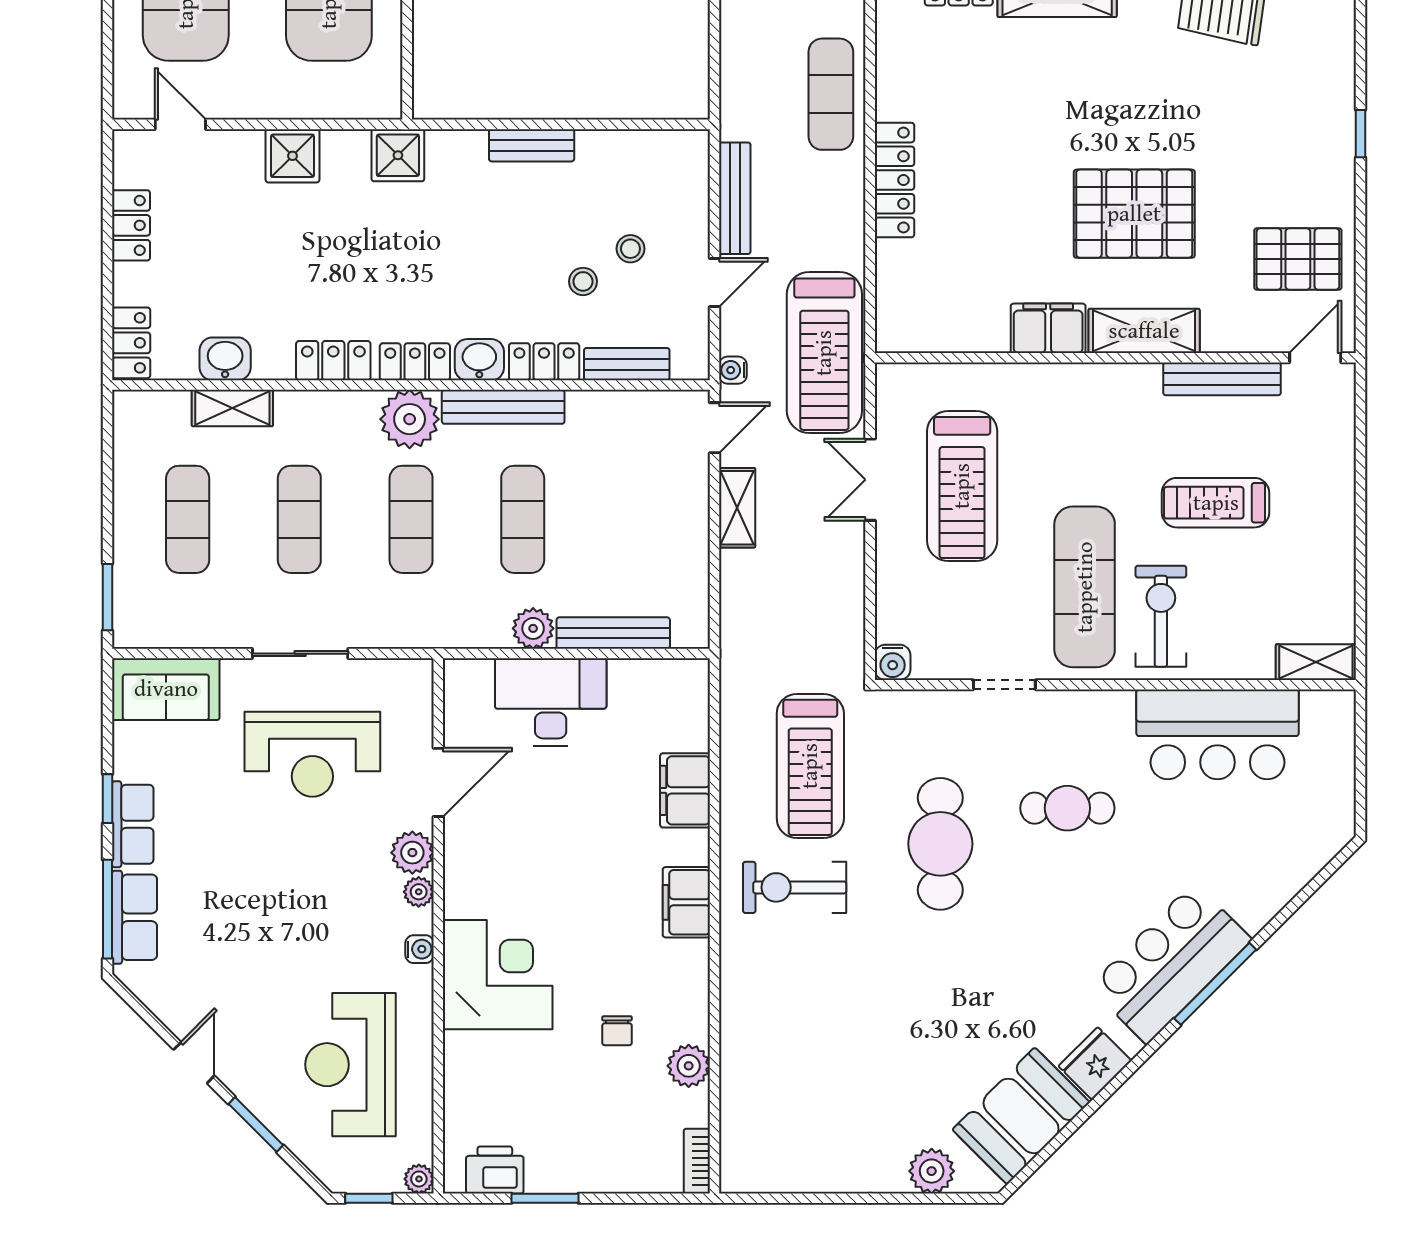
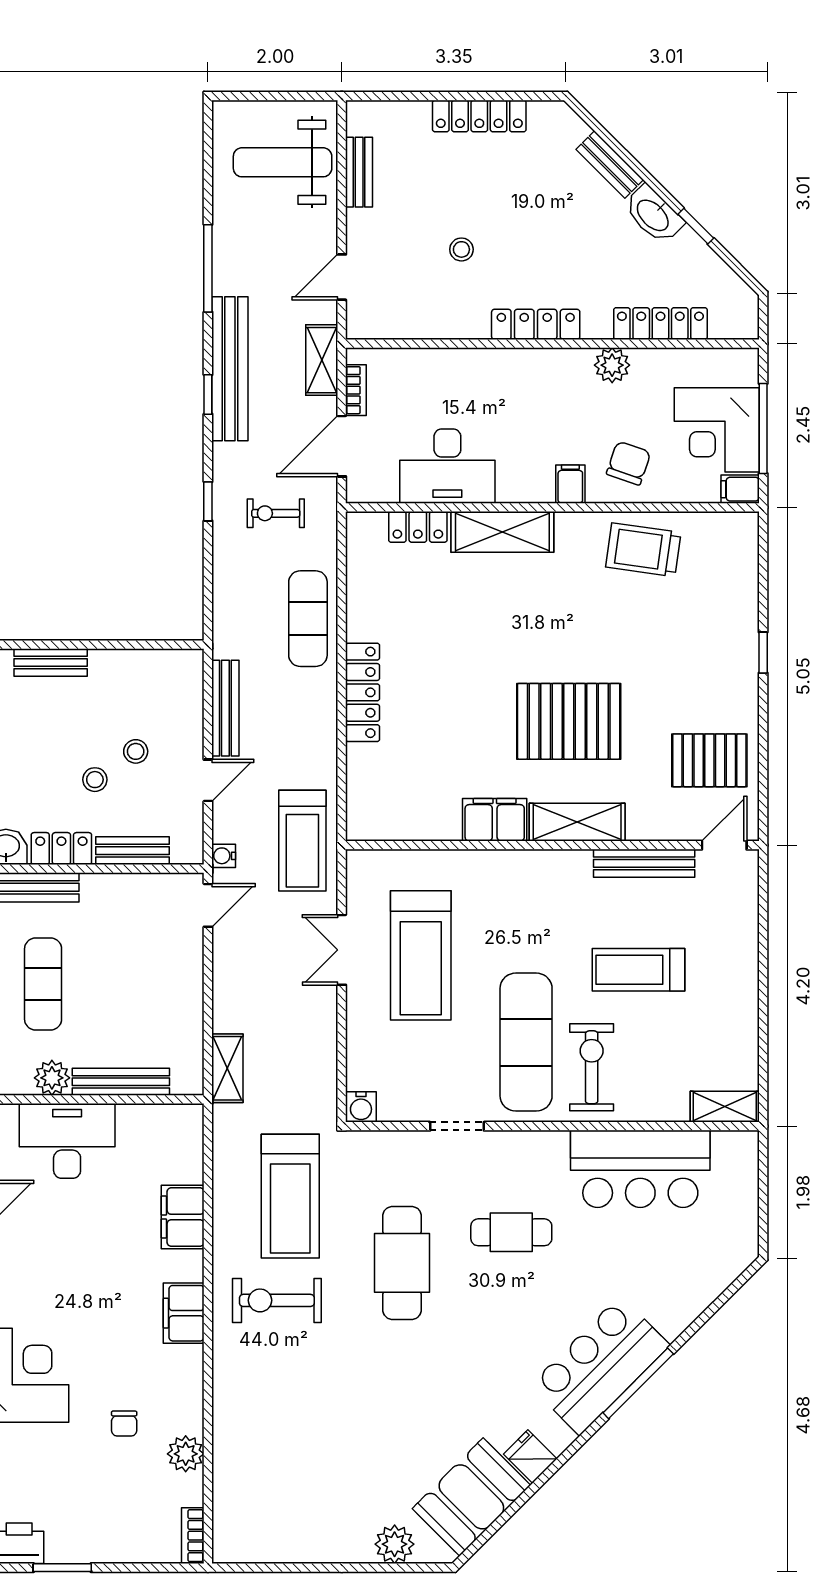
treadmill: (824, 353) -> (302, 841), width x0.73, depth x0.73
shelving: (737, 508) -> (227, 1068), moved
fridge: (1095, 1063) -> (530, 1456), width x0.72

